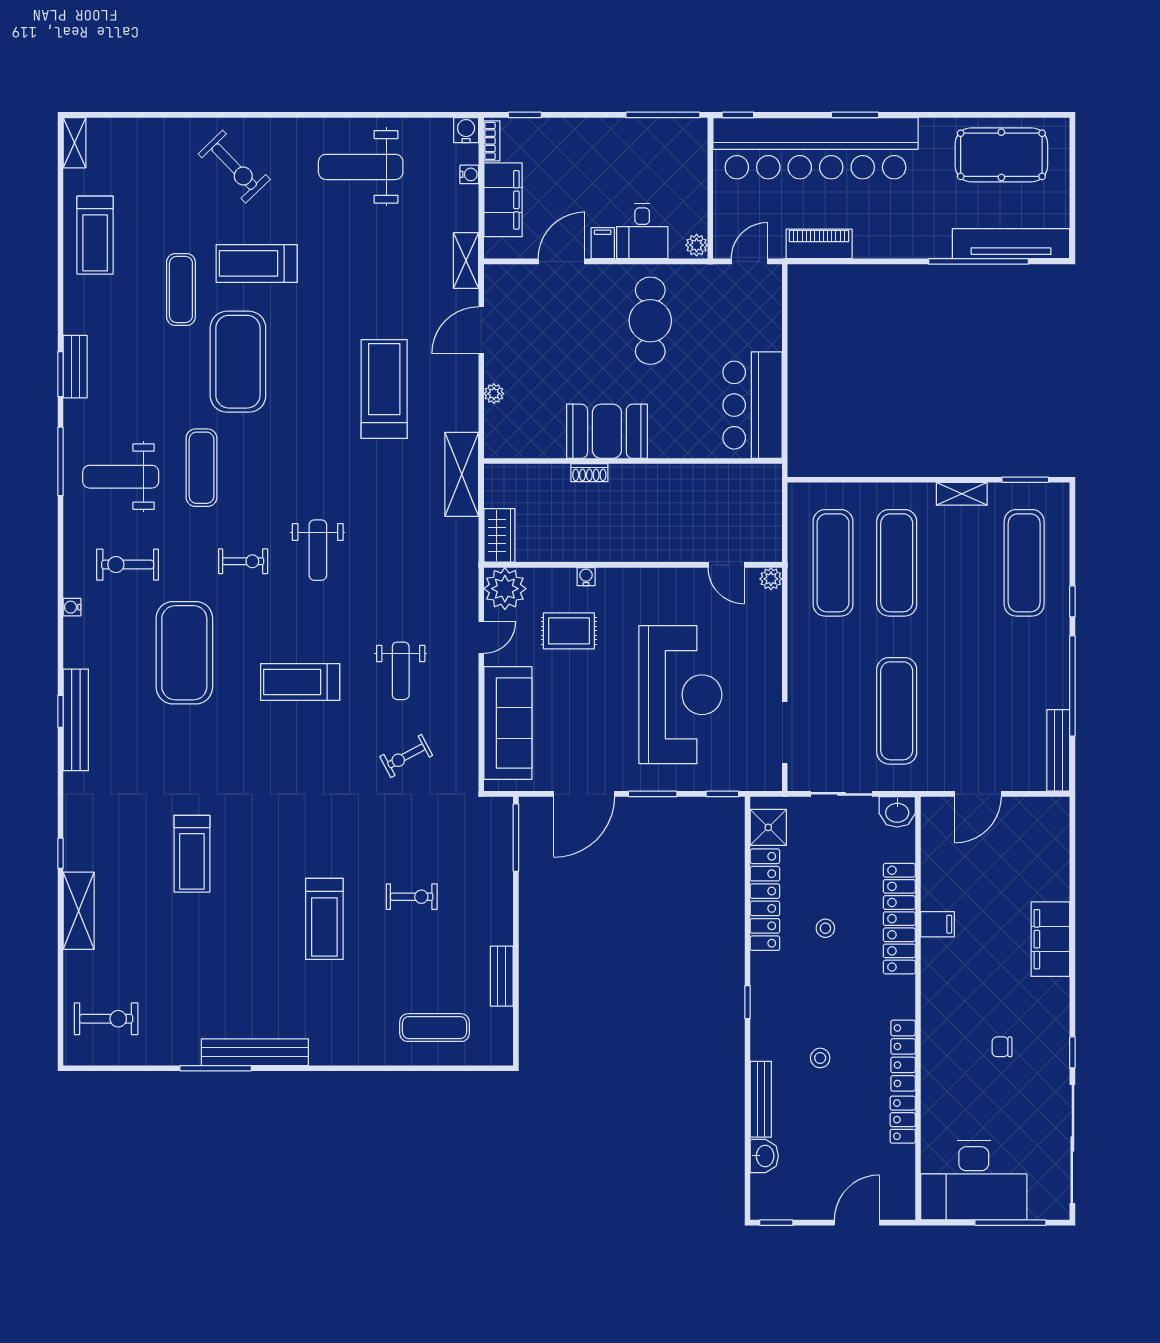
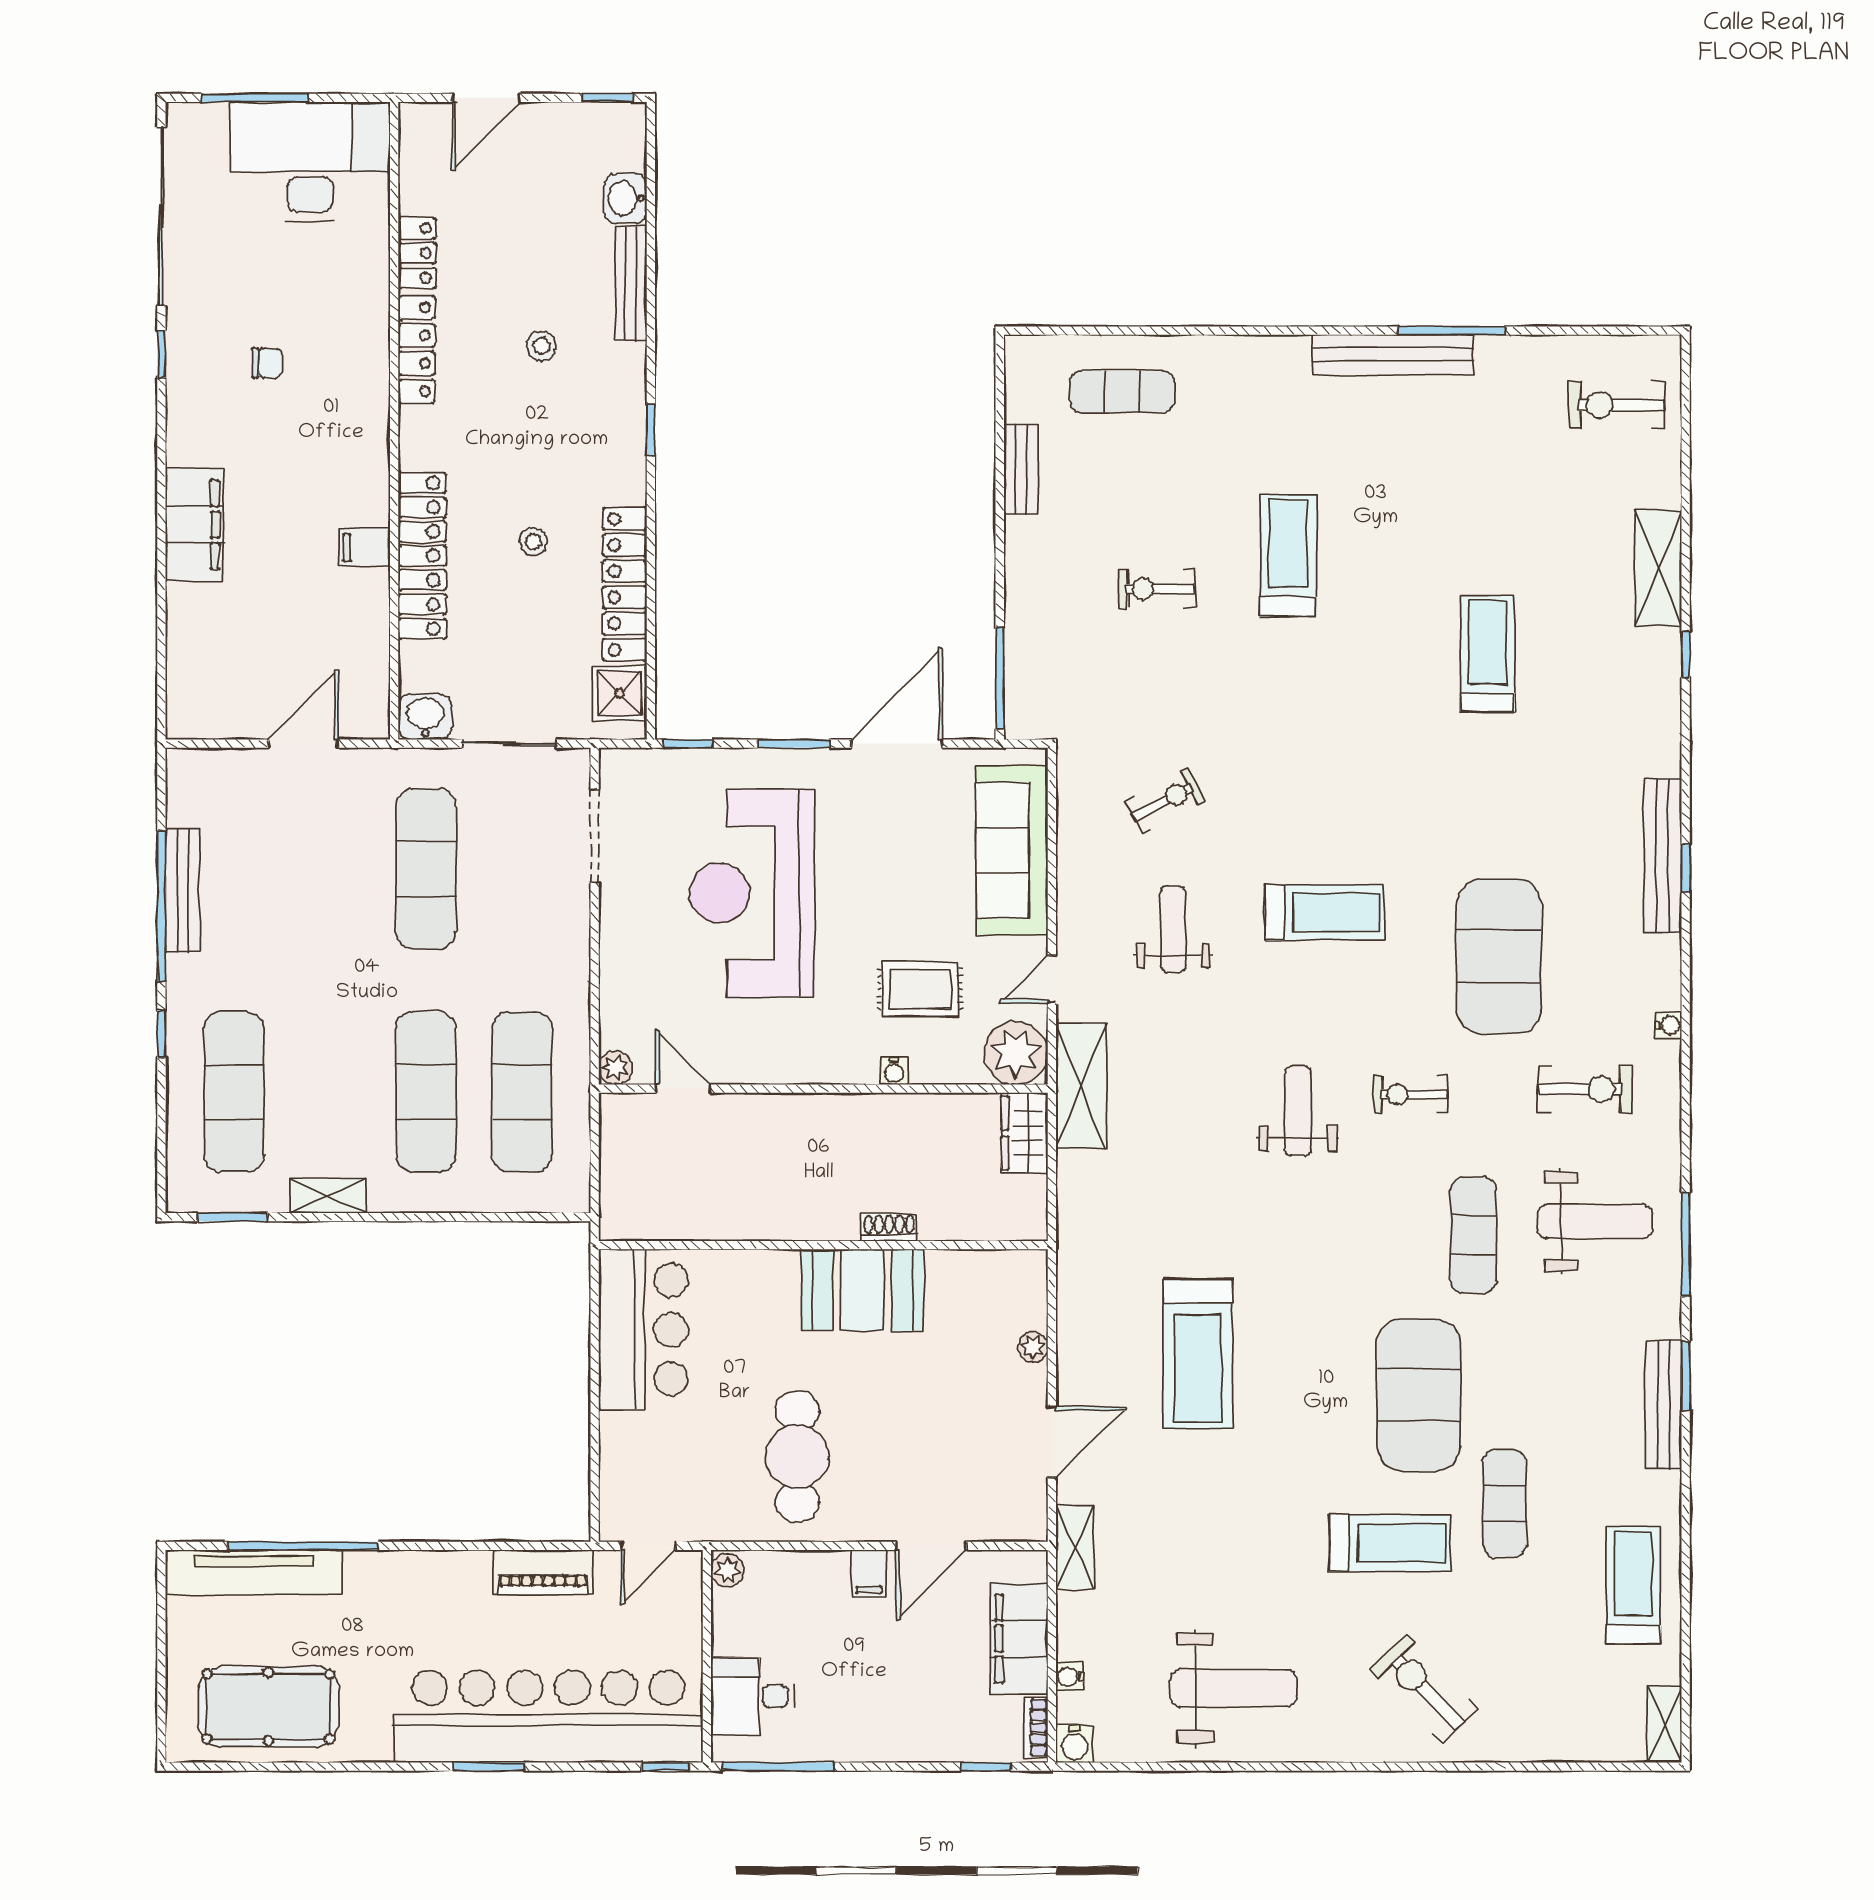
desk: (642, 231) -> (753, 1696), moved, turned -90
bench: (75, 367) -> (1664, 1405), width x1.36
shelving: (462, 474) -> (1081, 1086), moved
bench: (1058, 750) -> (183, 890), moved

